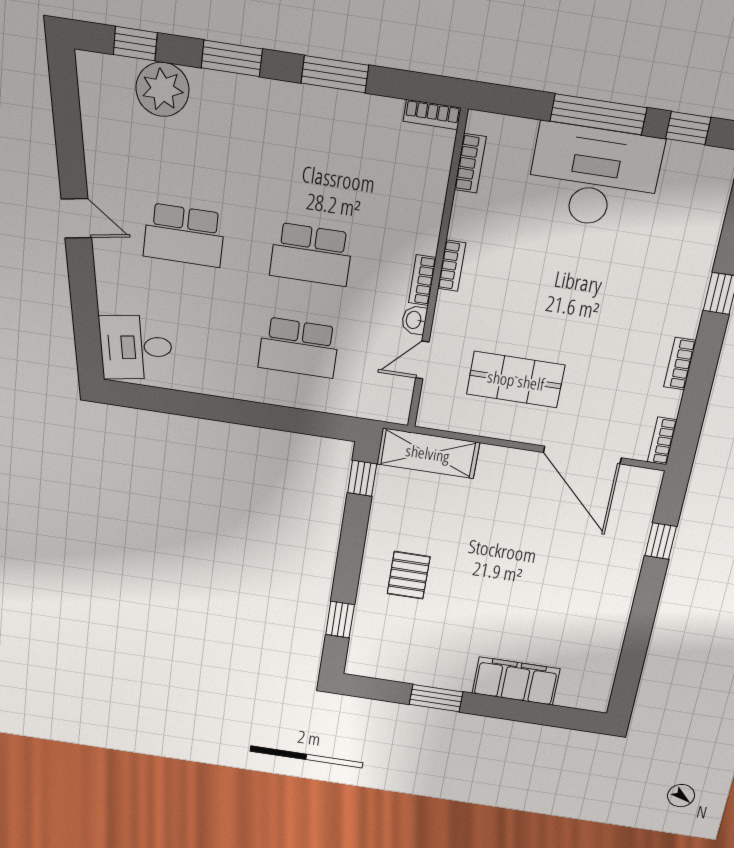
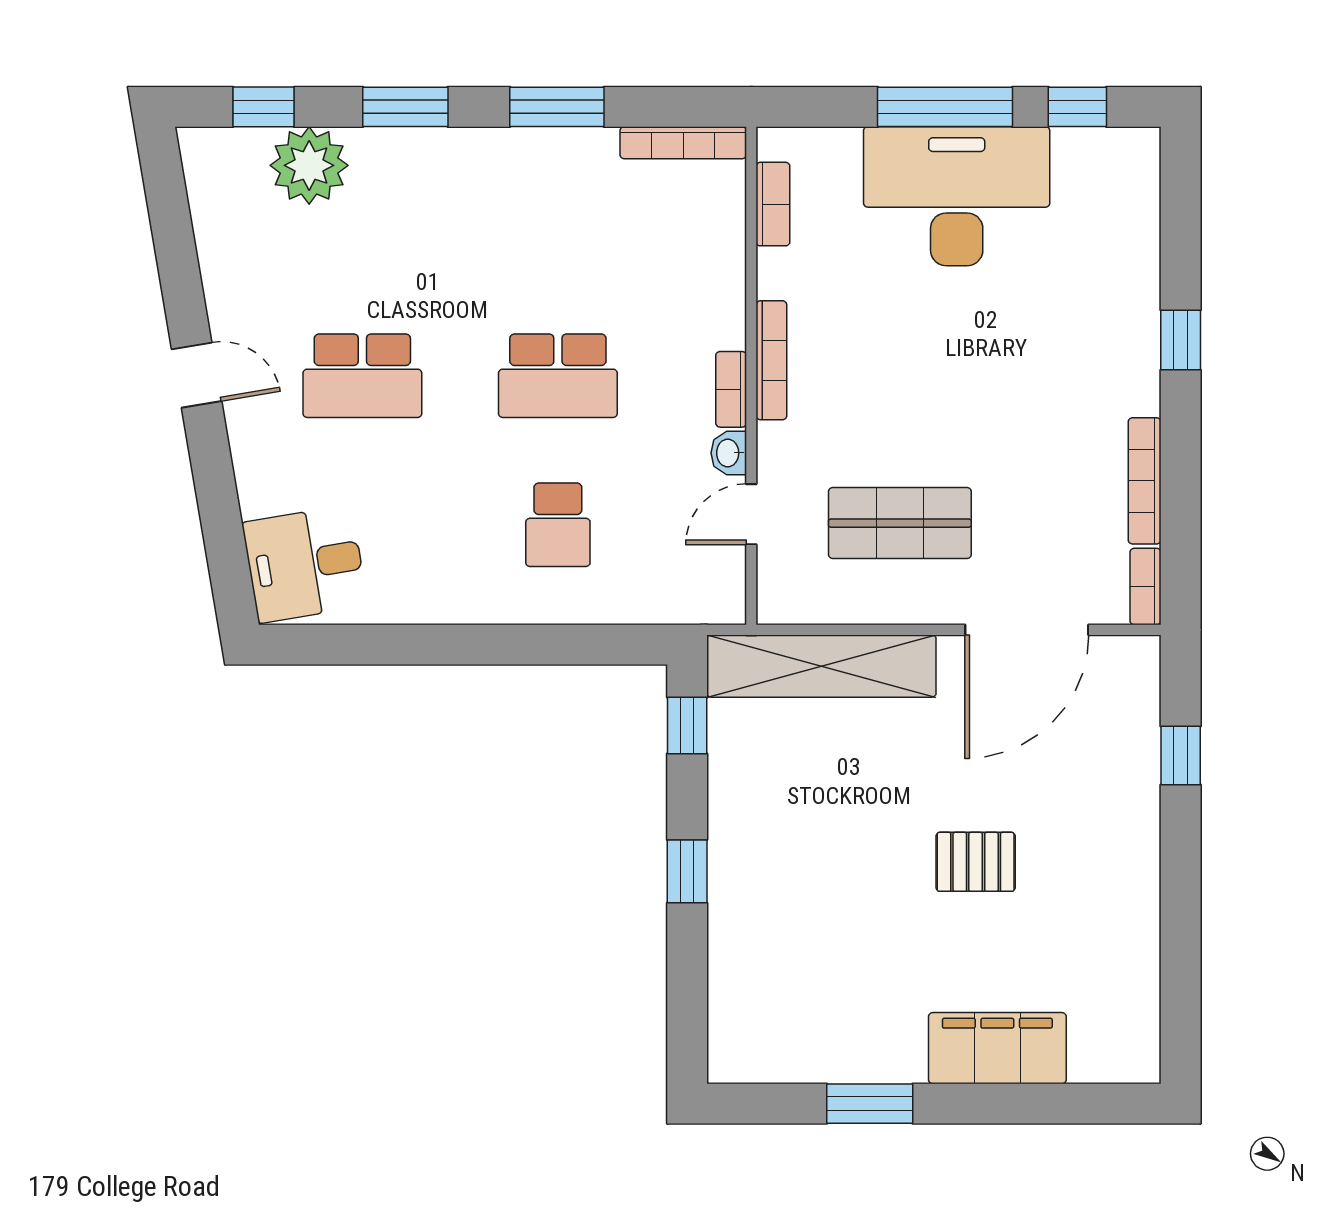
bookcase: (432, 114) -> (683, 143), width x1.56
bookcase: (452, 266) -> (771, 360), width x1.56
school desk: (299, 348) -> (558, 525), width x0.54
bookcase: (680, 364) -> (1145, 481), width x1.56
shelving: (428, 453) -> (821, 666), width x1.47
door: (582, 455) -> (1027, 630), hinge flipped
pallet: (409, 575) -> (976, 862), moved, turned 90
window: (340, 620) -> (687, 871), moved

